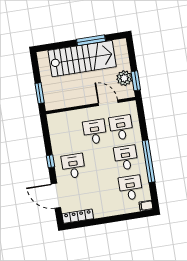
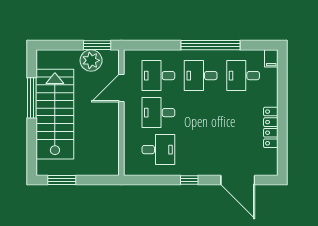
window: (40, 93) -> (62, 180), moved
desk: (73, 166) -> (158, 150), moved, turned 180
door: (56, 196) -> (238, 180), hinge flipped
locker: (78, 216) -> (271, 127), moved

